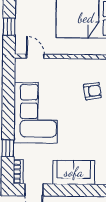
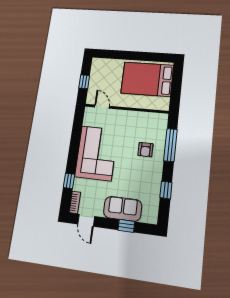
armchair: (92, 91) -> (145, 150), moved, turned 99
window: (80, 190) -> (126, 226), added

